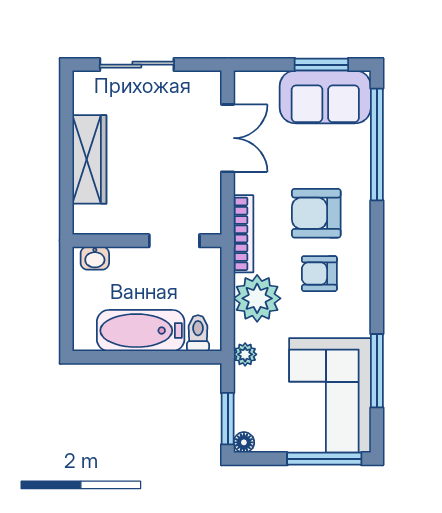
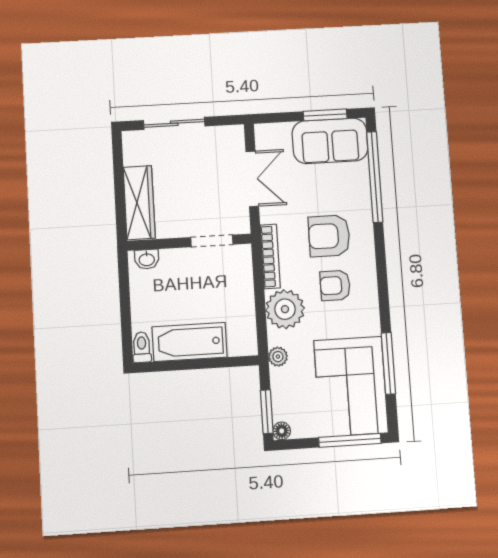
wall: (147, 241) -> (189, 242), moved
doorway: (174, 241) -> (212, 241), moved
washbasin: (95, 258) -> (147, 259), moved
toilet: (198, 333) -> (142, 347), moved

